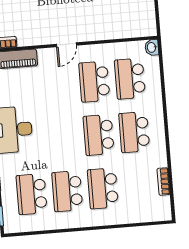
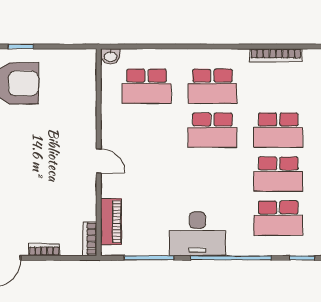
school desk: (94, 82) -> (147, 130), removed
bookcase: (164, 181) -> (276, 55), width x1.56

